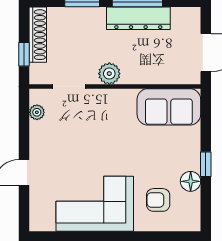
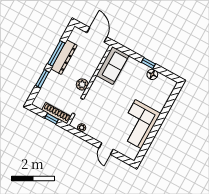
shoe rack: (38, 35) -> (56, 113), moved
armchair: (158, 200) -> (153, 94), removed

